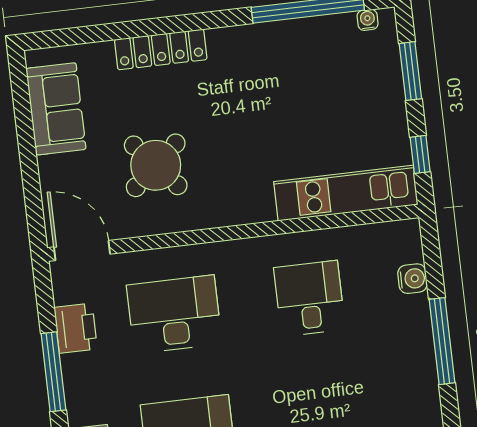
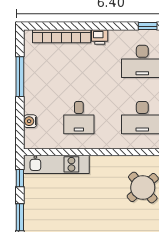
window: (442, 341) -> (20, 77), moved

